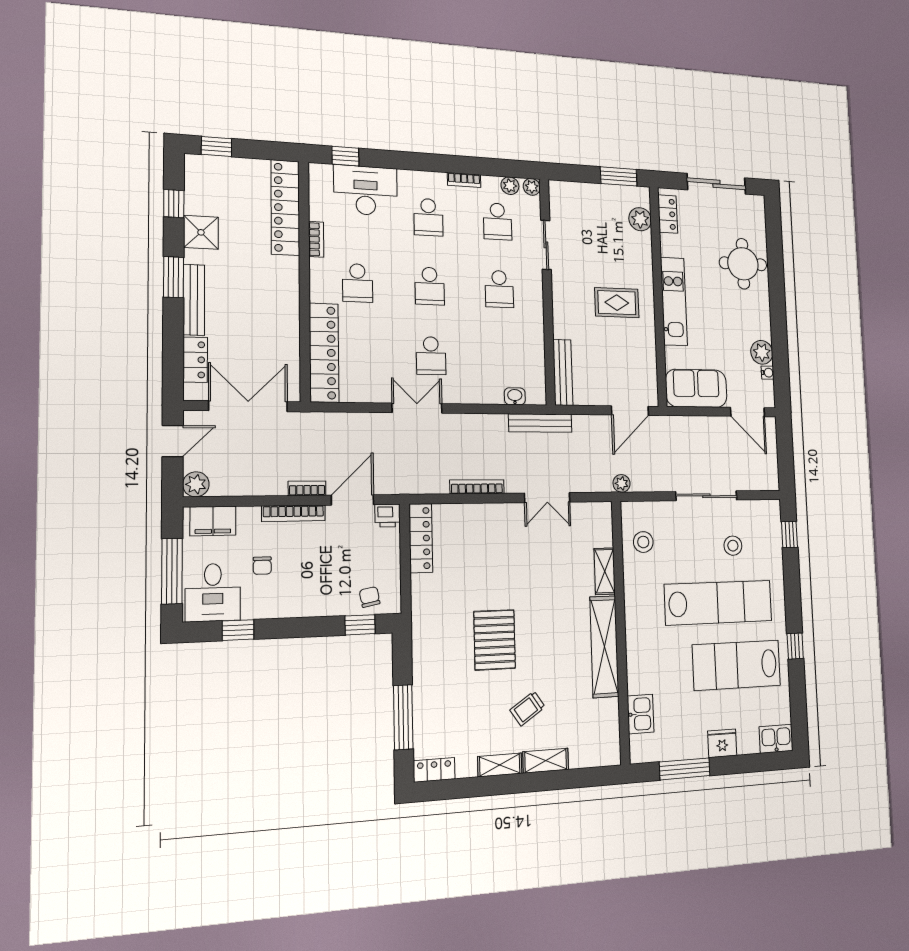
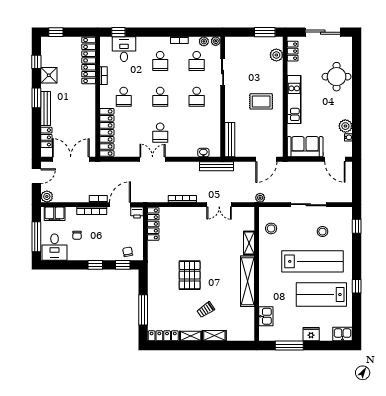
desk: (366, 190) -> (124, 49), width x0.73
window: (238, 630) -> (95, 265), moved
locker: (434, 770) -> (163, 336), width x1.53

